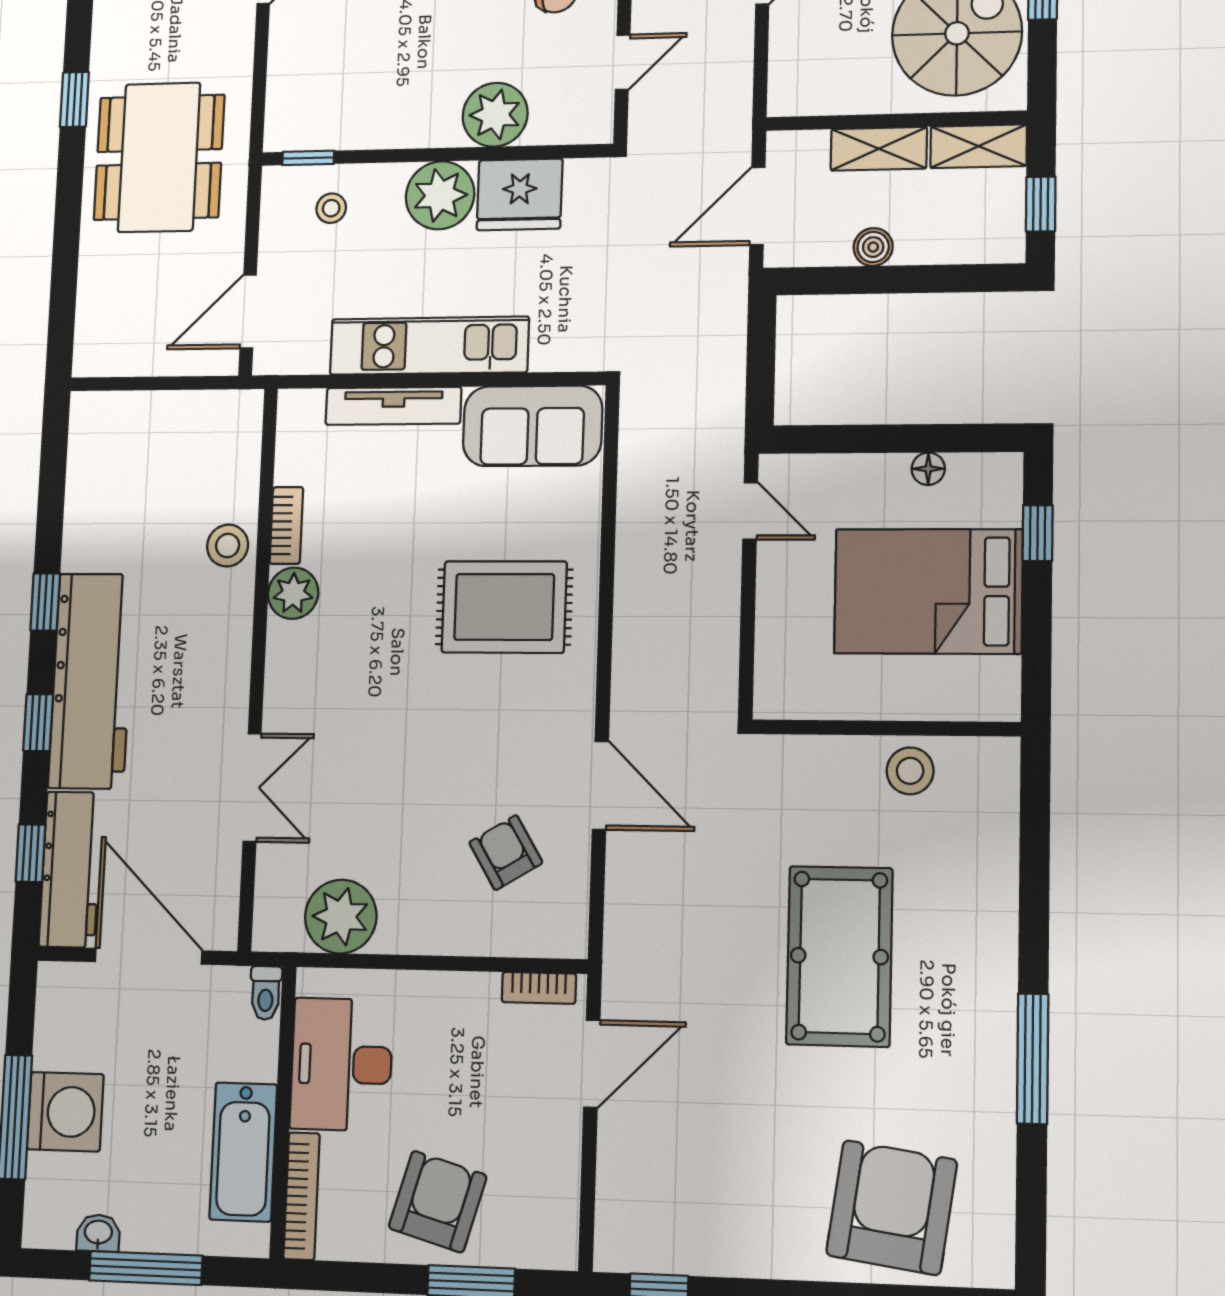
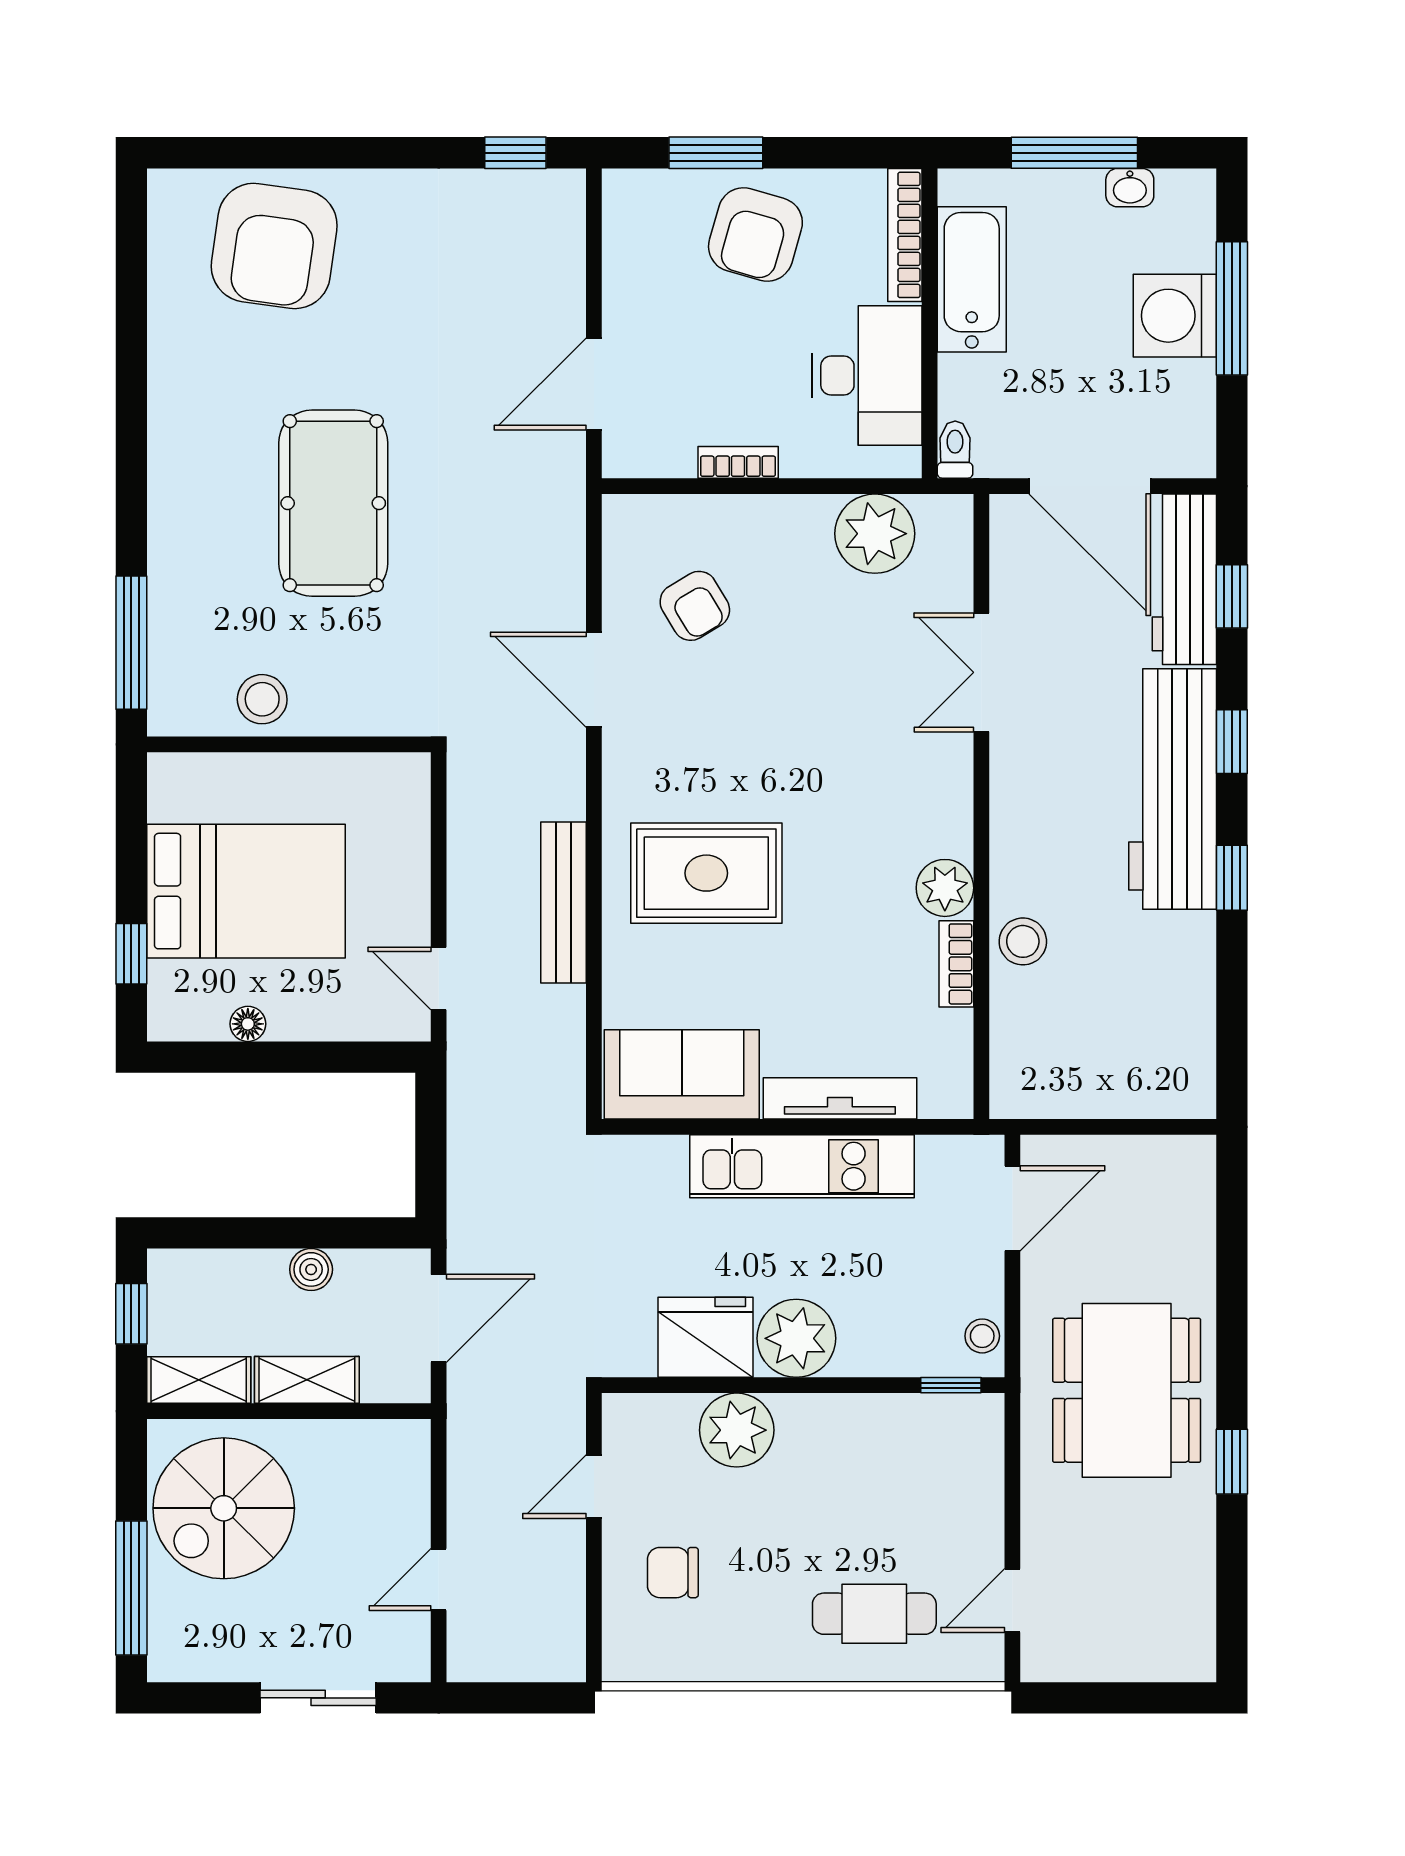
stool: (331, 208) -> (982, 1336), moved
bench: (634, 580) -> (563, 903), added
bookcase: (539, 988) -> (738, 462), moved
window: (1033, 1059) -> (131, 643), moved

